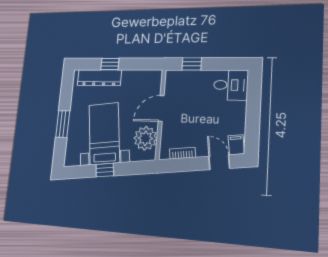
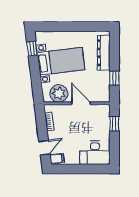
window: (110, 64) -> (114, 78), moved
desk: (231, 85) -> (95, 153), width x1.37
window: (63, 124) -> (67, 27), removed
window: (105, 170) -> (32, 49), moved

